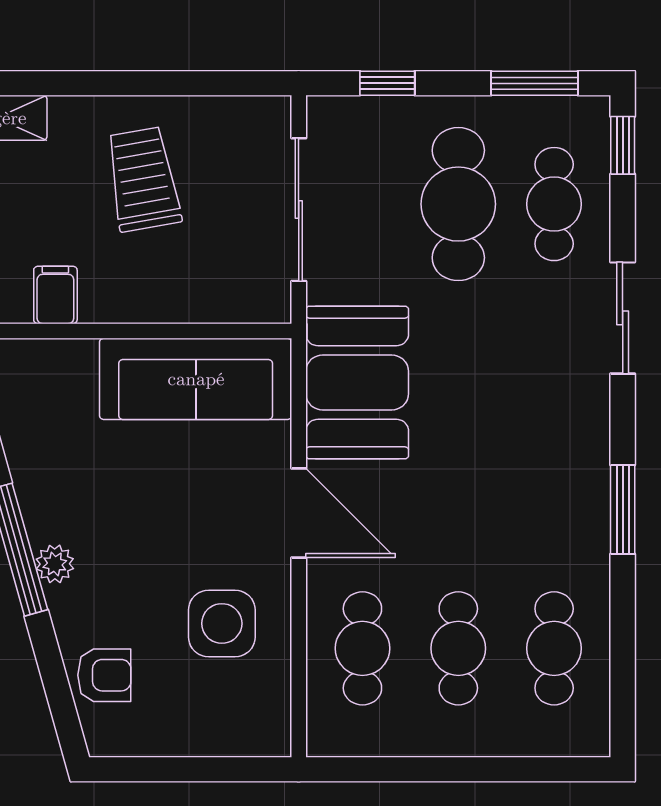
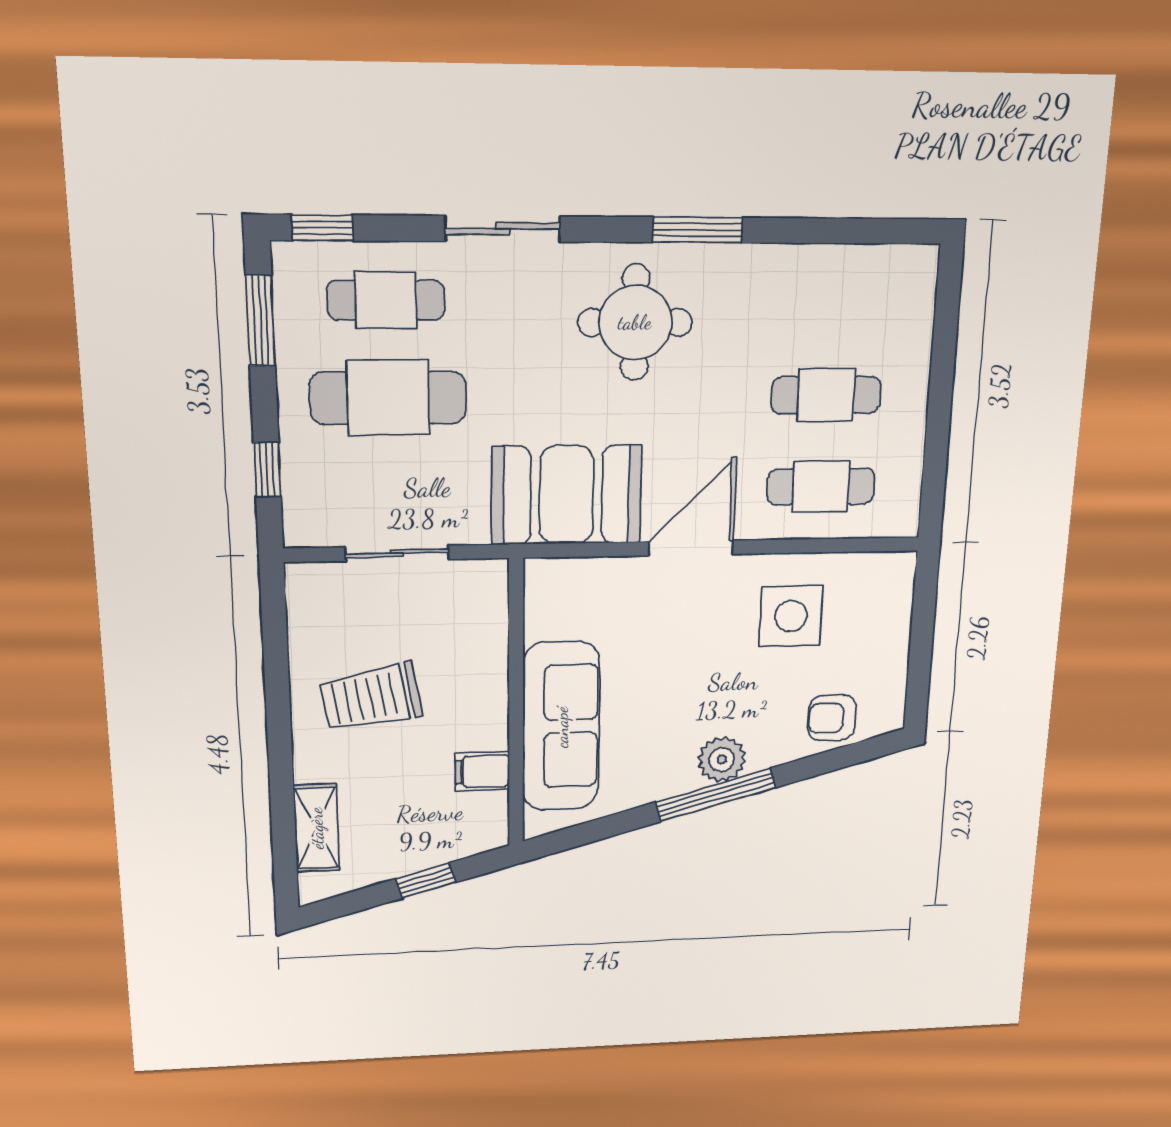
sliding door: (299, 210) -> (397, 553), width x0.73
sofa: (196, 379) -> (561, 727), moved
round table: (532, 450) -> (635, 322), added
plant: (55, 564) -> (722, 759), width x1.38, depth x1.38
cafe table: (554, 648) -> (831, 300), removed
armchair: (104, 675) -> (832, 718), turned -90

